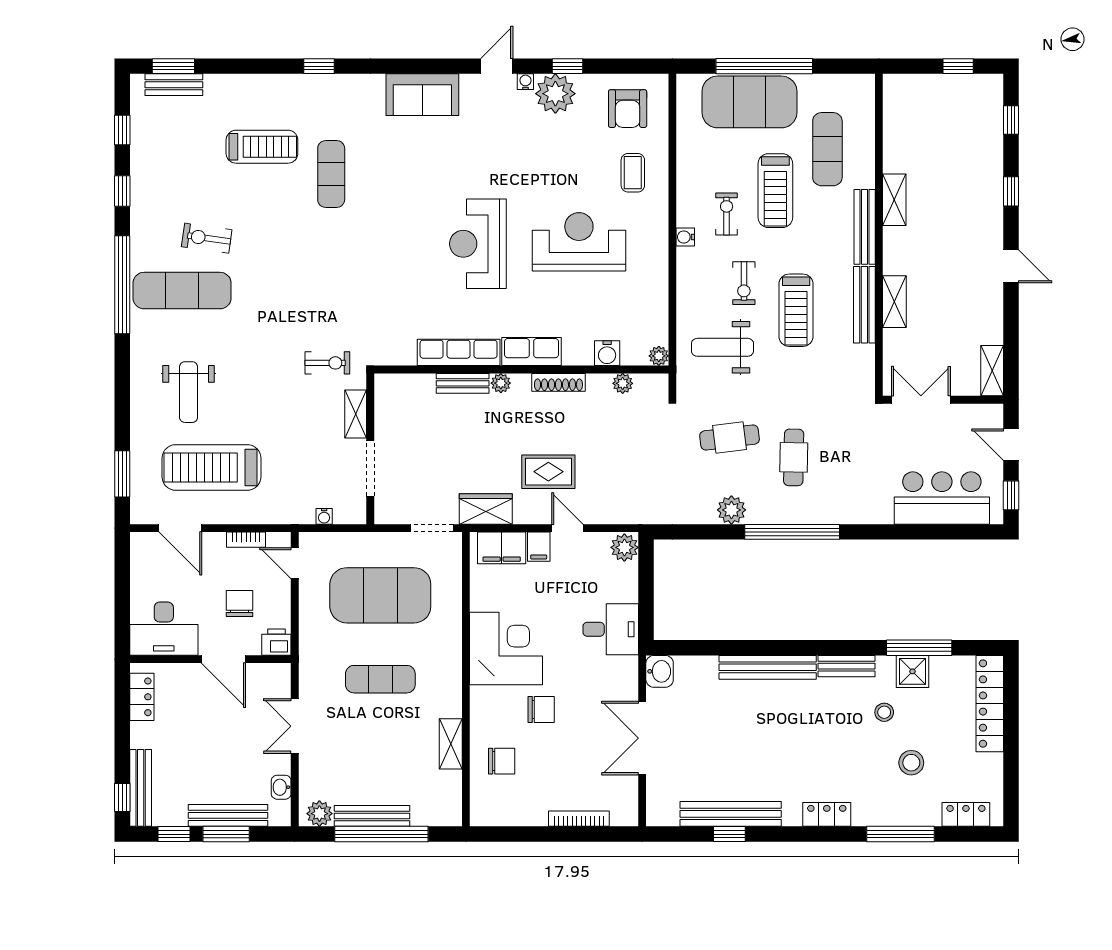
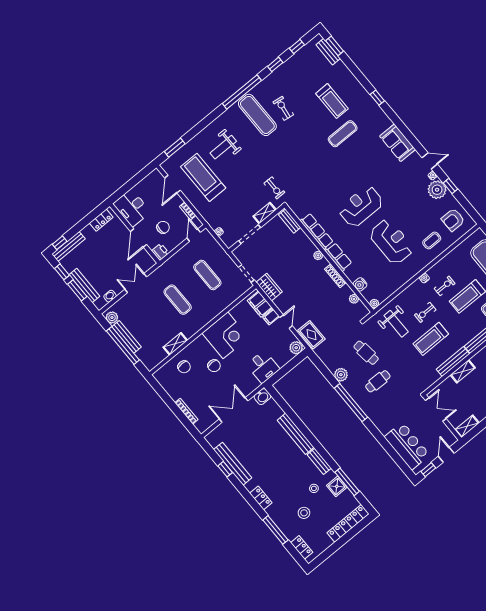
weight bench: (722, 347) -> (396, 324), turned 180
bench: (463, 383) -> (290, 221), moved
rug: (548, 472) -> (311, 335), moved
exercise mat: (380, 595) -> (207, 275), width x0.50, depth x0.69

